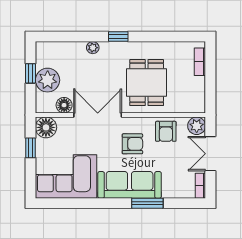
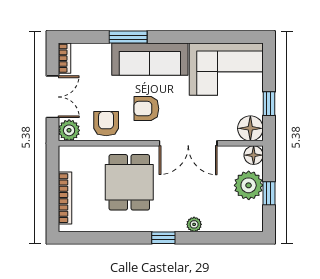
bookcase: (200, 62) -> (65, 198), width x1.56
floor lamp: (64, 105) -> (254, 155), moved

